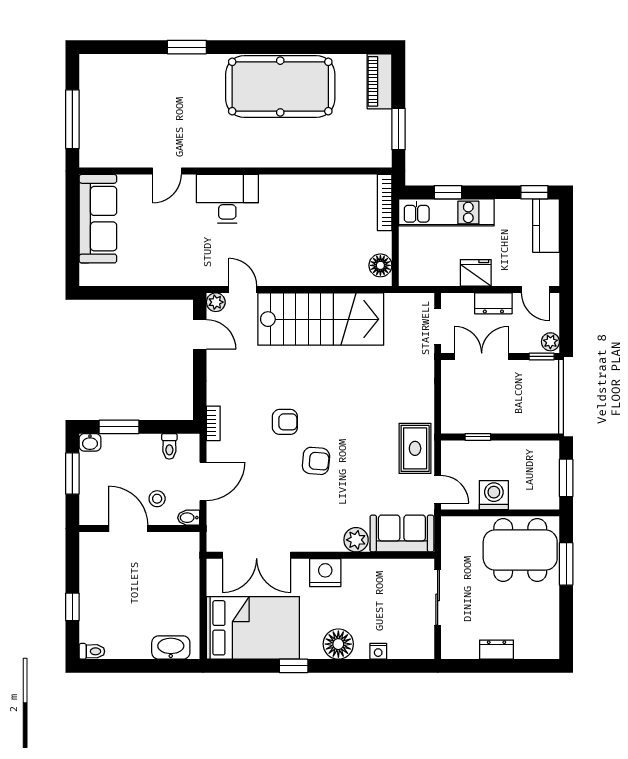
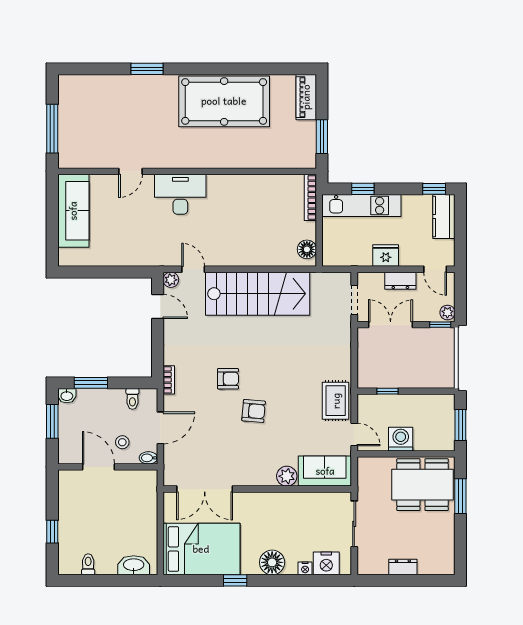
nightstand: (325, 573) -> (326, 563), moved, turned 180
toilet: (92, 651) -> (88, 564), moved, turned -90

